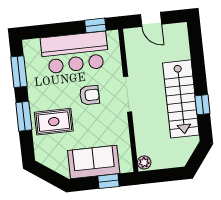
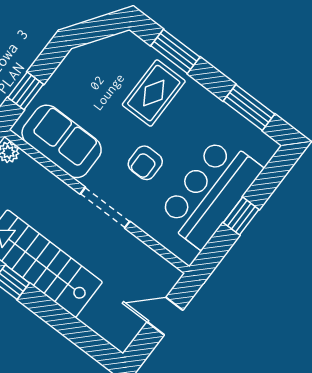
window: (95, 25) -> (241, 216), moved
window: (24, 116) -> (175, 51), moved
sofa: (94, 162) -> (62, 141), moved, turned -90

